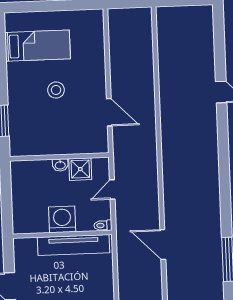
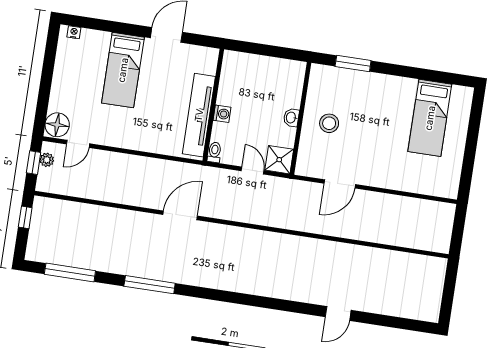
stool: (56, 90) -> (329, 123), moved
shower: (80, 169) -> (279, 160), moved
washing machine: (62, 219) -> (222, 114), width x0.53, depth x0.53

